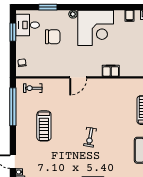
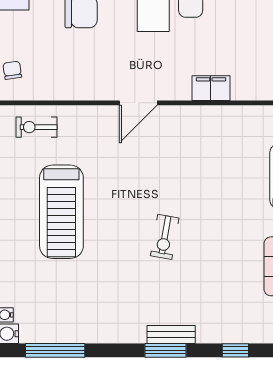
treadmill: (44, 126) -> (61, 212), width x1.37, depth x1.38

